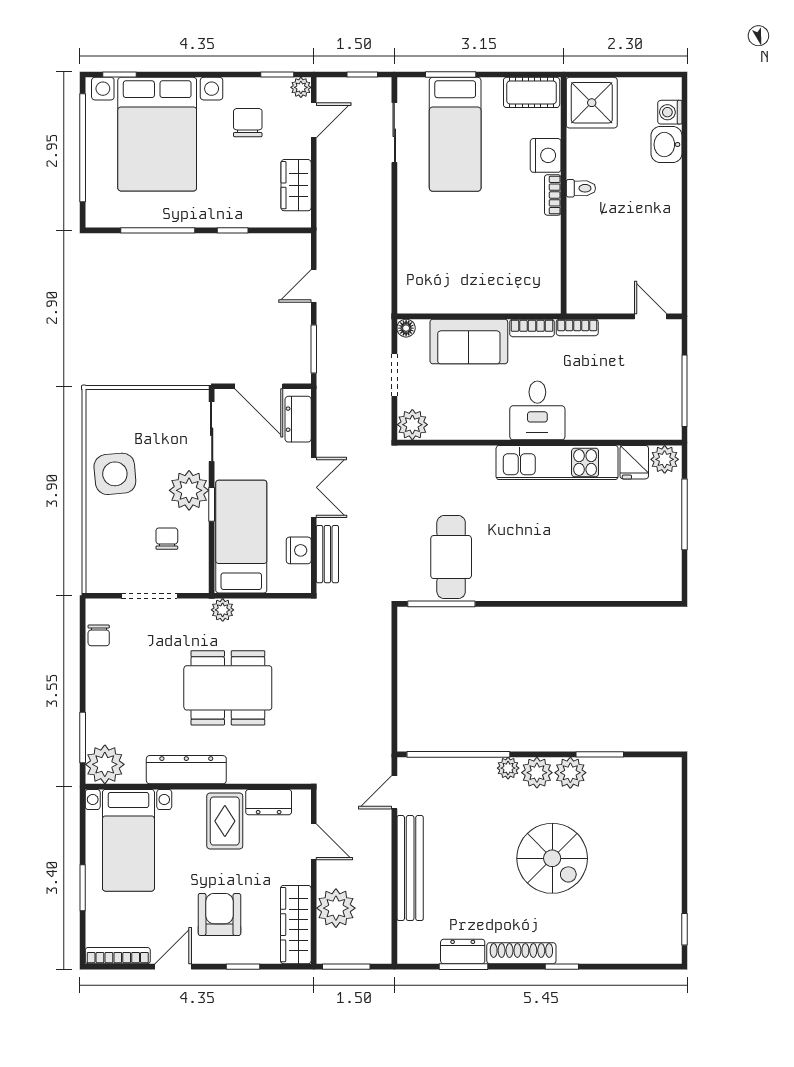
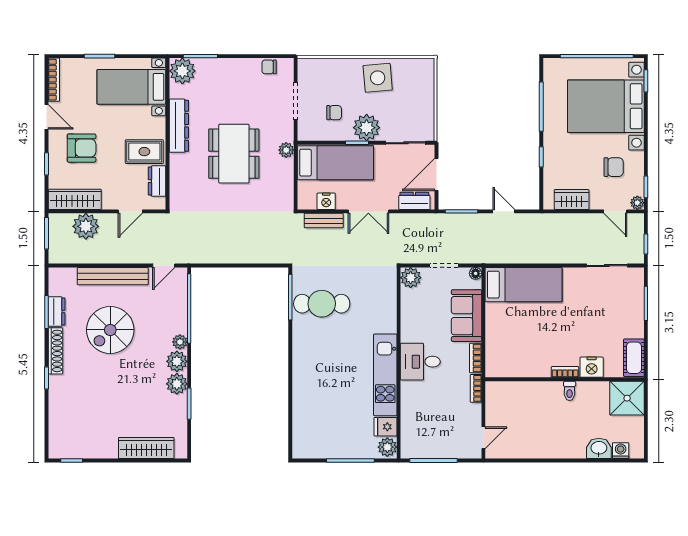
bed: (455, 134) -> (524, 285), moved, turned 180
door: (394, 792) -> (164, 266), swing flipped
wardrobe: (666, 818) -> (146, 448), added
spiral stairs: (552, 858) -> (110, 330), moved

